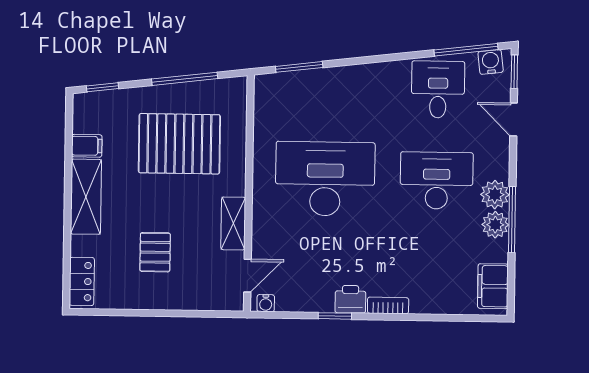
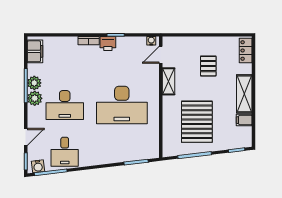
door: (514, 119) -> (26, 137), hinge flipped
pallet: (179, 144) -> (197, 122), turned 90

